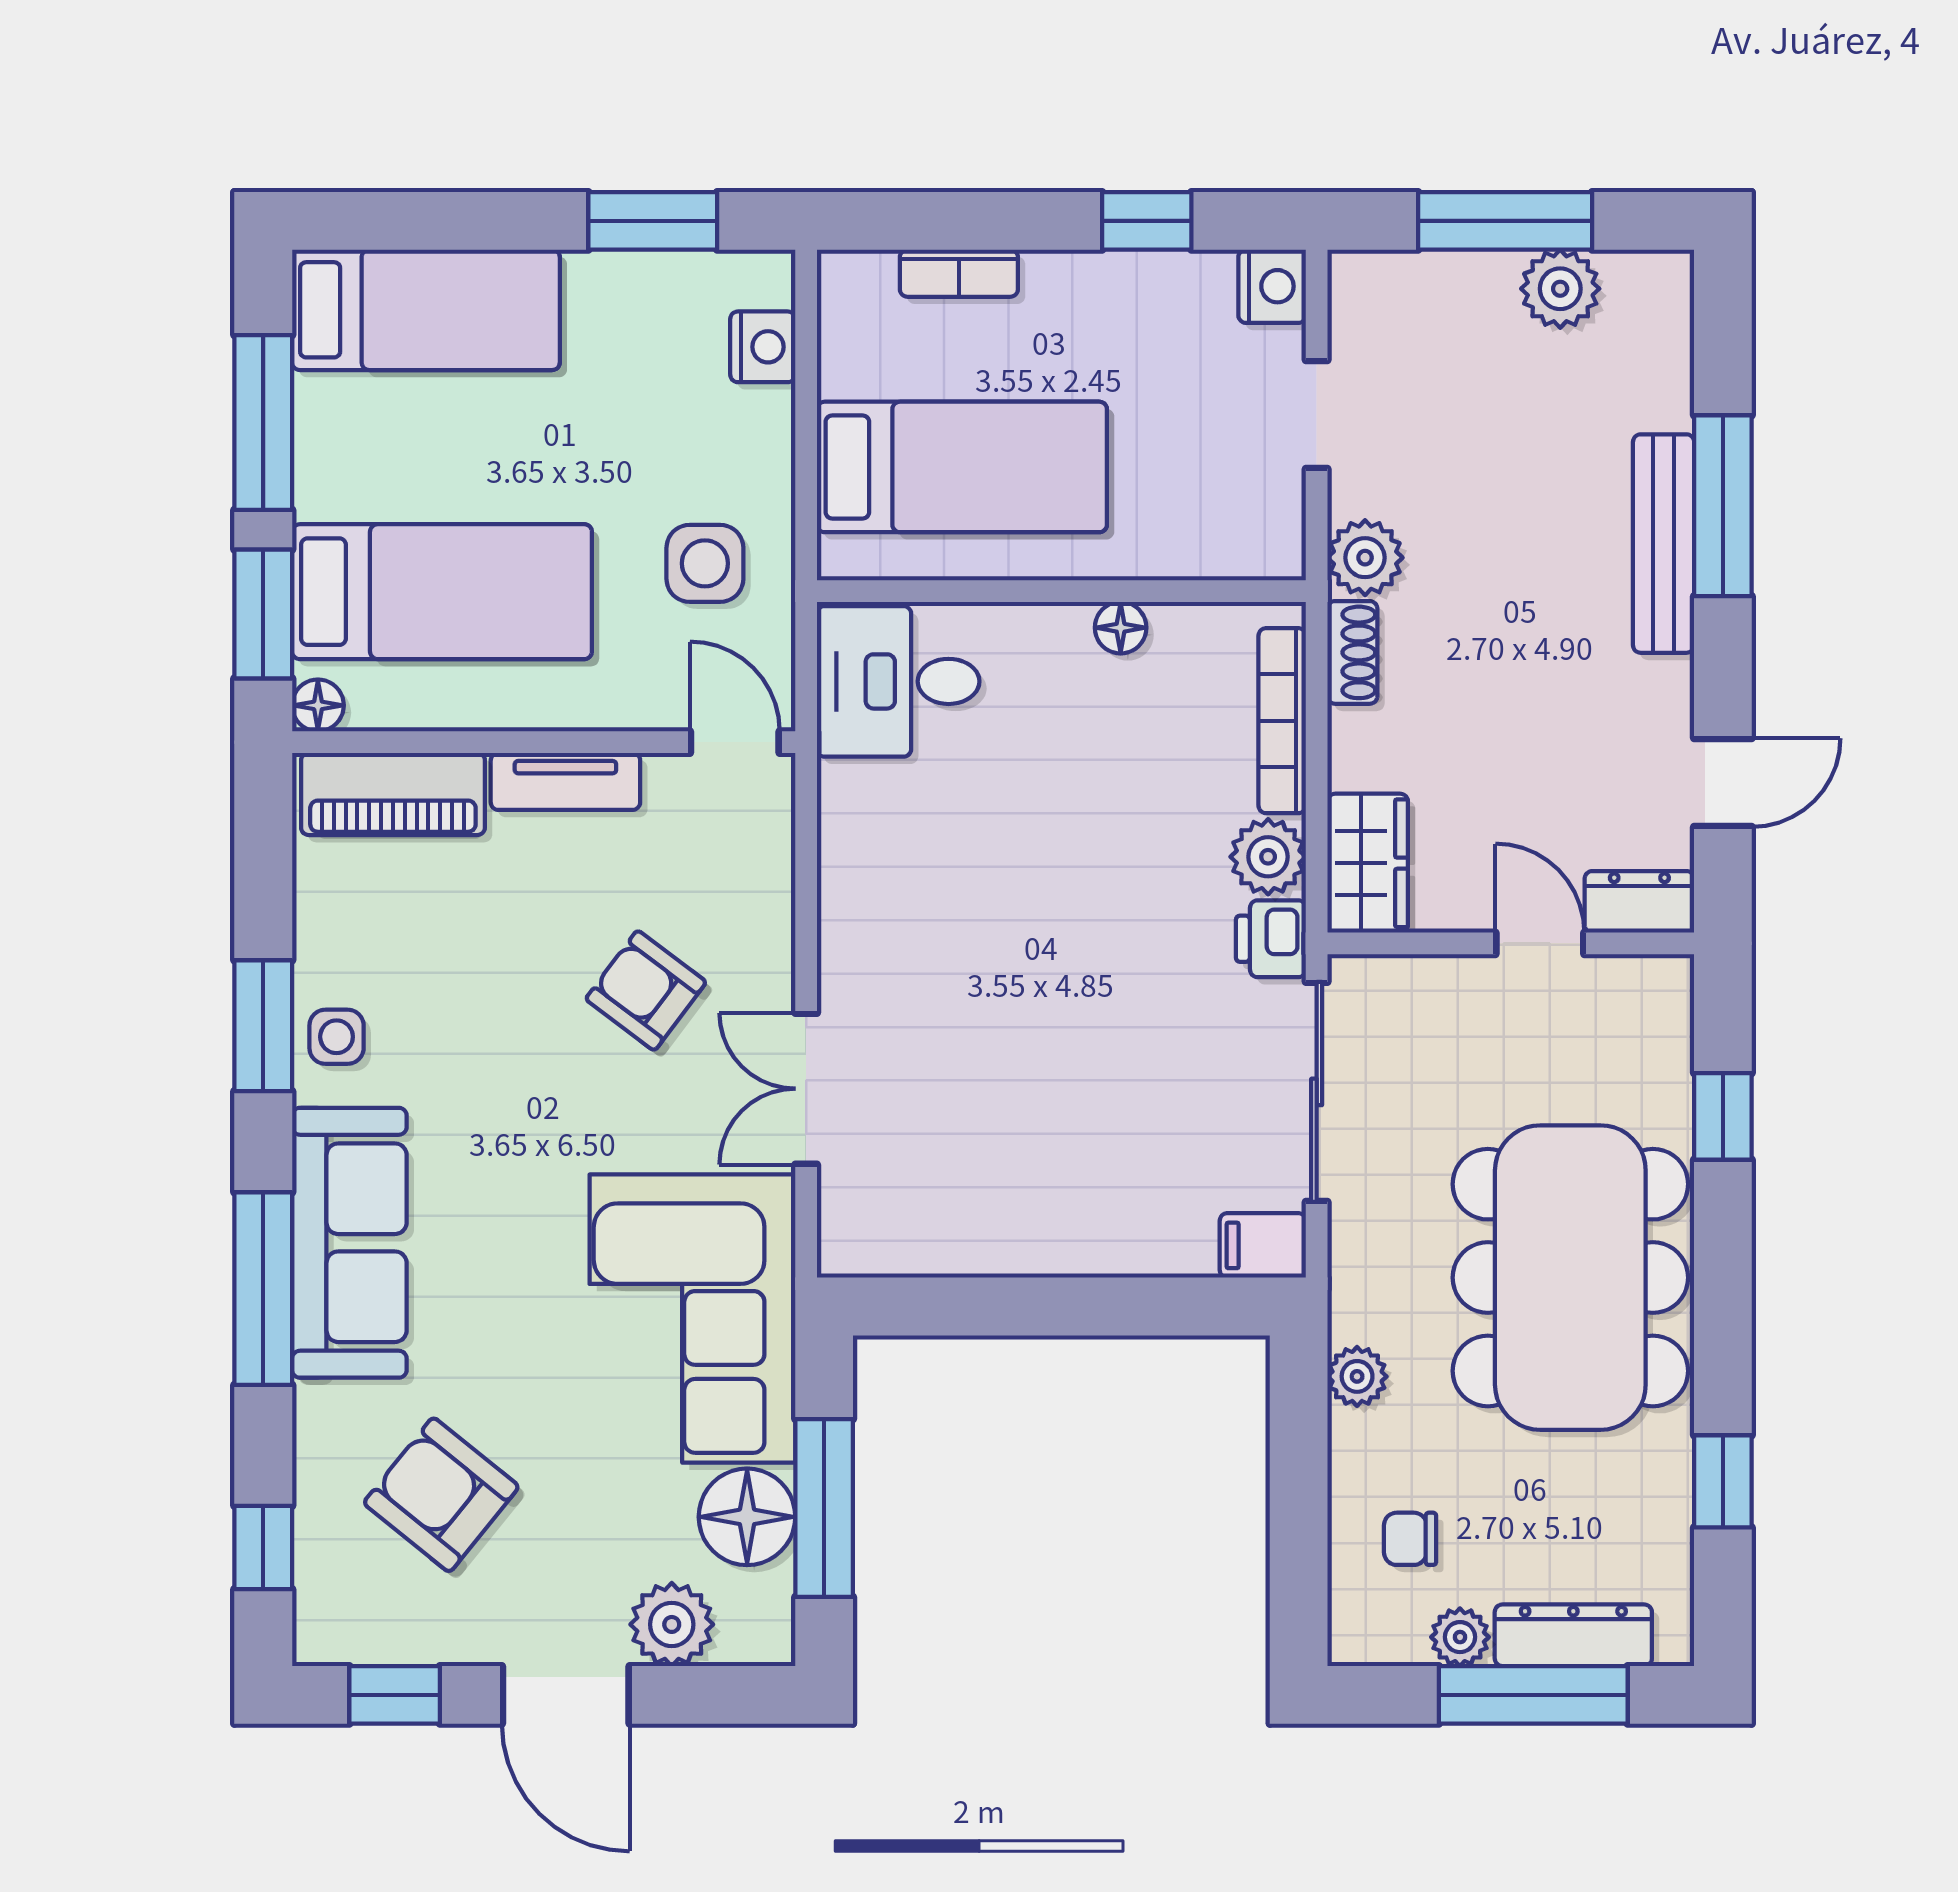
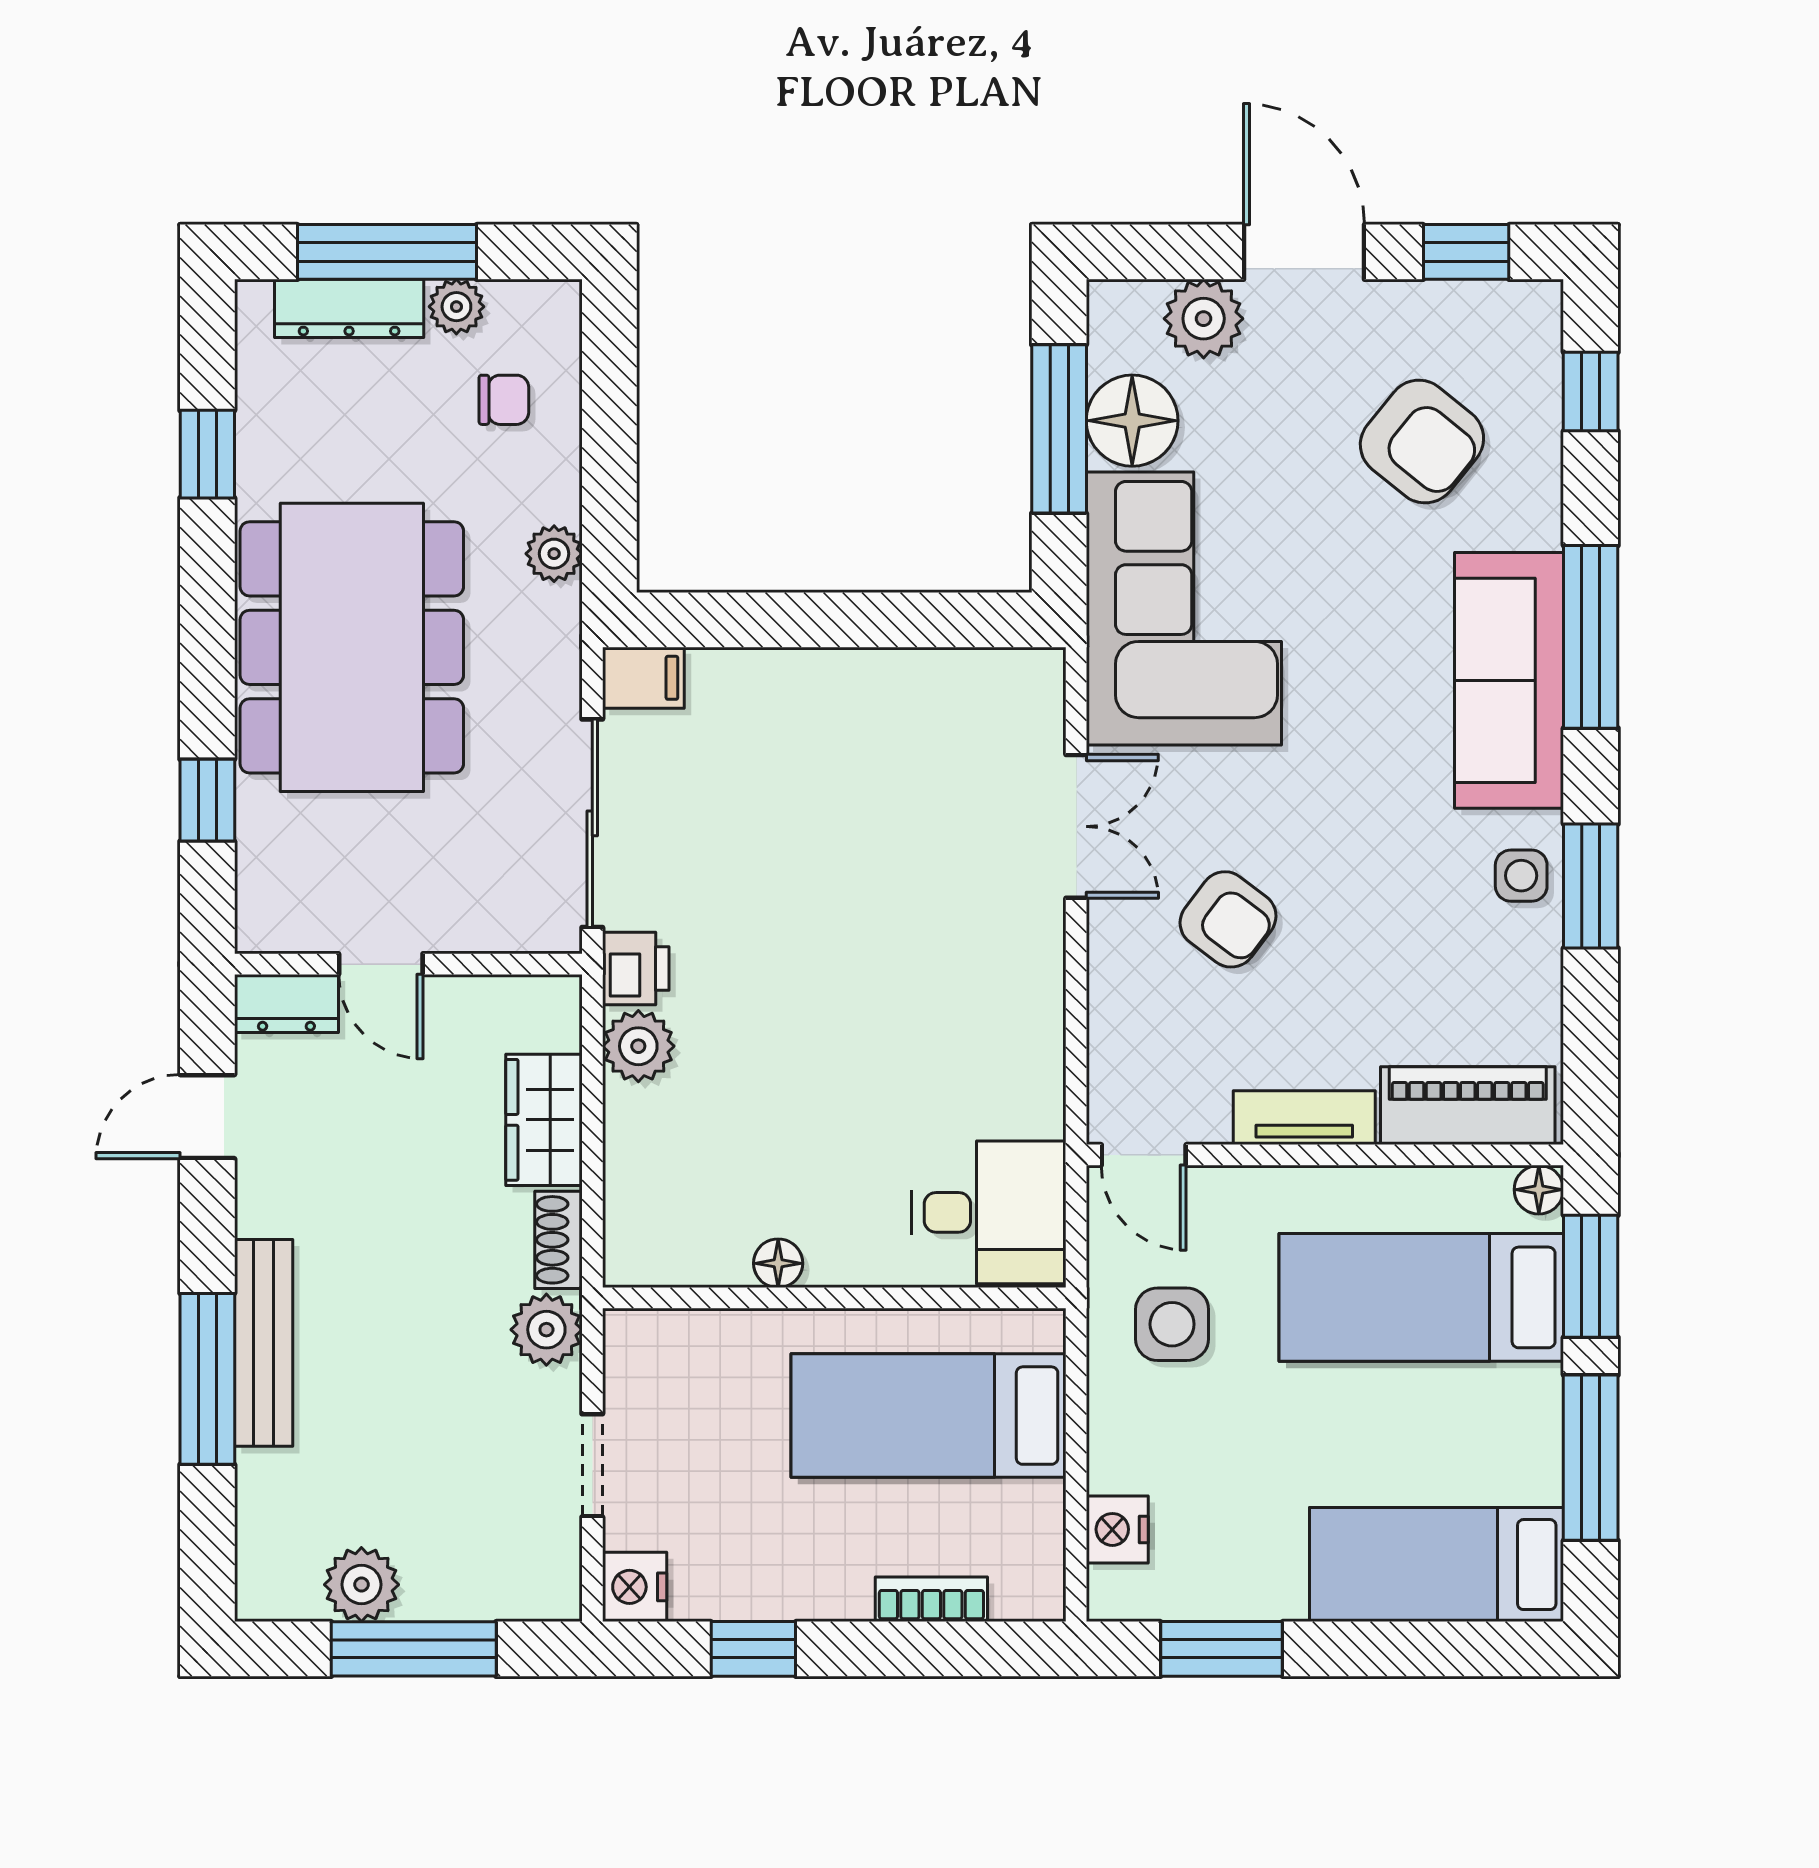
bookcase: (1282, 721) -> (625, 1175), removed
wardrobe: (1368, 863) -> (544, 1120), moved

